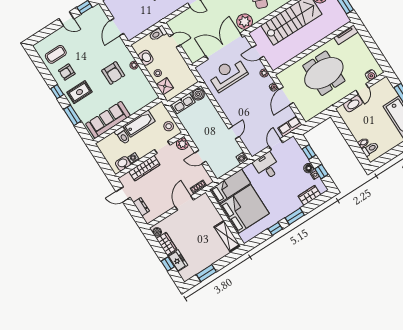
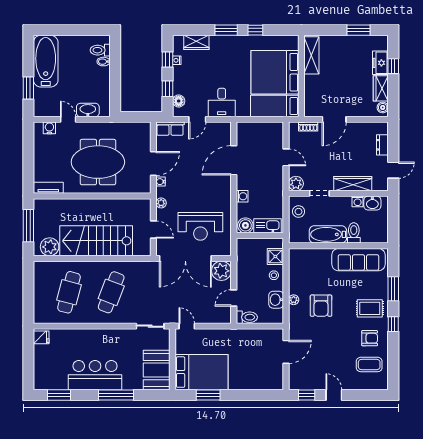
plant: (245, 22) -> (221, 271), moved
door: (175, 41) -> (234, 298), hinge flipped
armchair: (113, 73) -> (321, 306), turned 180
door: (362, 89) -> (68, 119), hinge flipped
door: (234, 133) -> (234, 160), width x1.87
washing machine: (242, 158) -> (242, 196), moved
floor lamp: (309, 168) -> (179, 101), moved
door: (123, 194) -> (393, 170), hinge flipped

